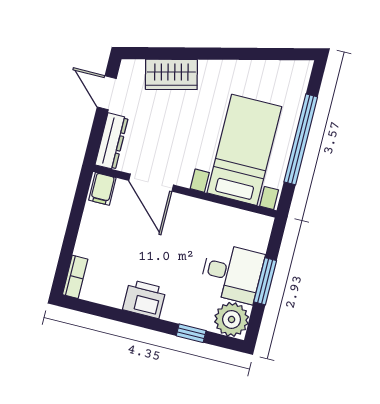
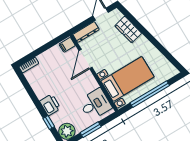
desk: (232, 273) -> (95, 104), moved, turned -90
printer: (144, 299) -> (50, 105), moved

